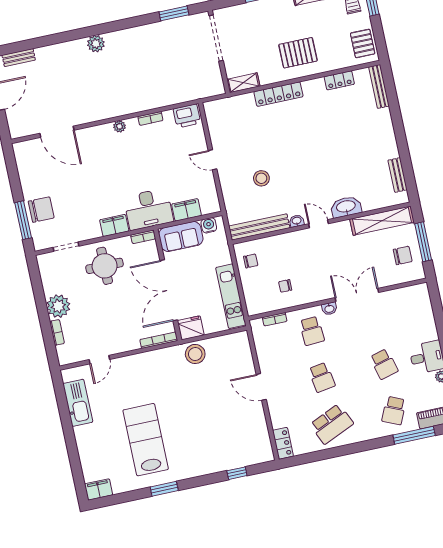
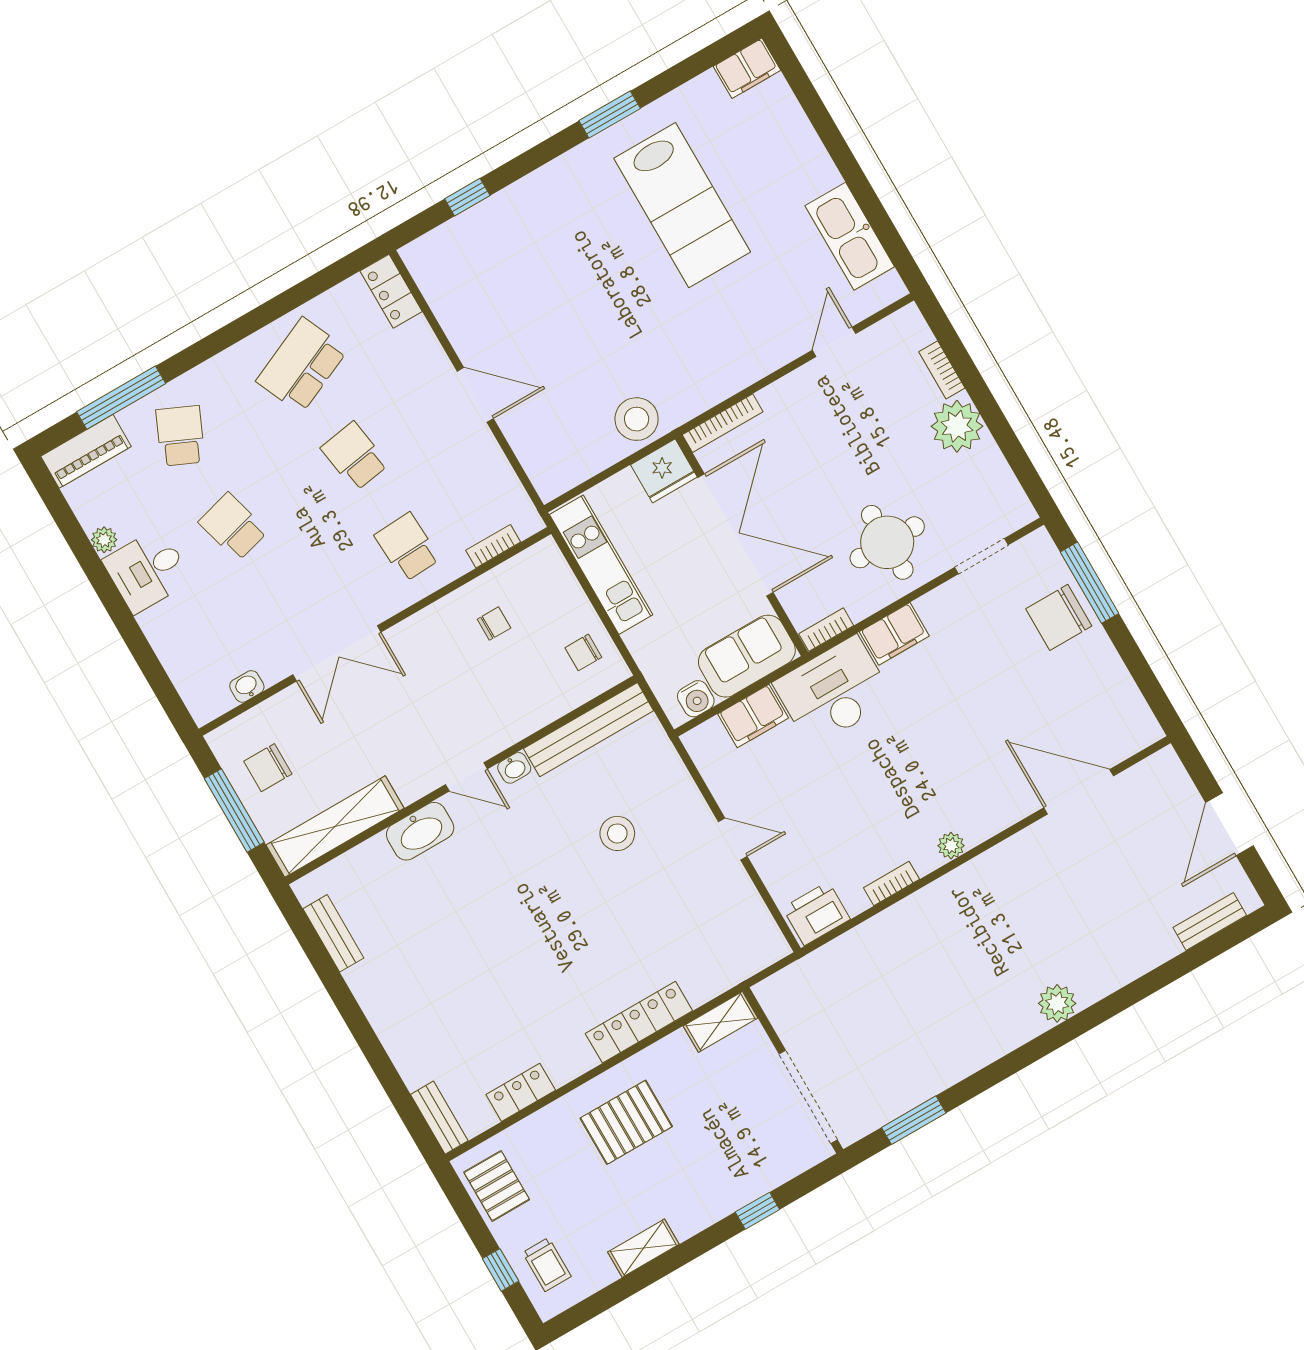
bench: (379, 86) -> (439, 1118), width x0.73
washbasin: (329, 309) -> (247, 686), moved

